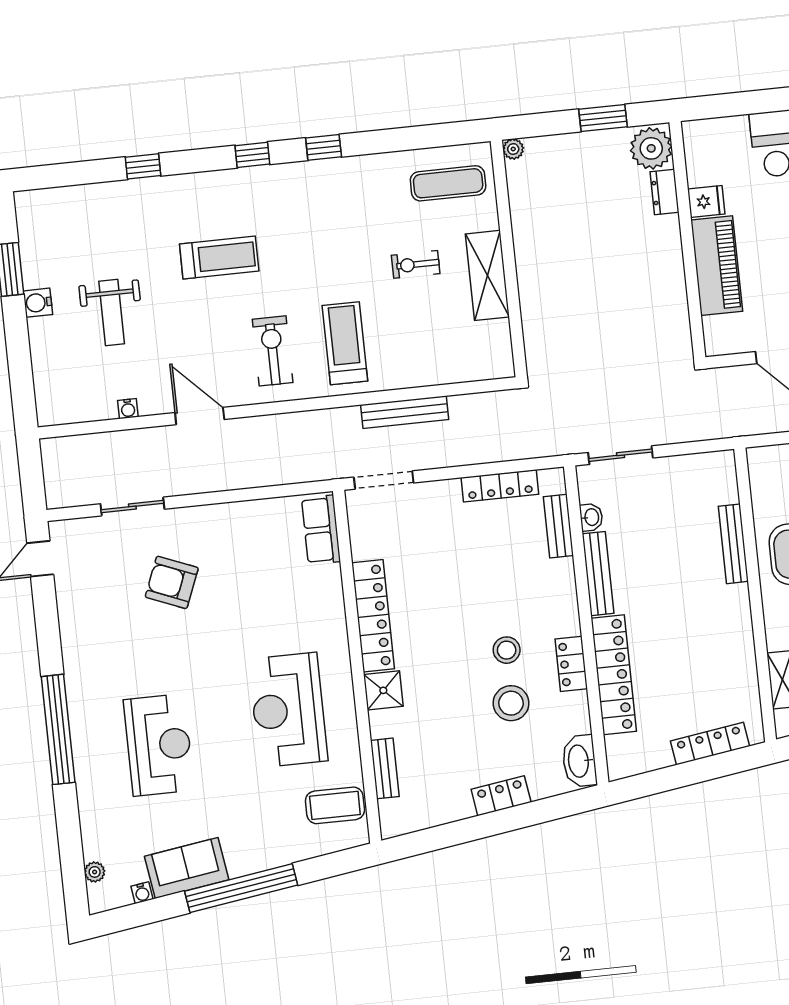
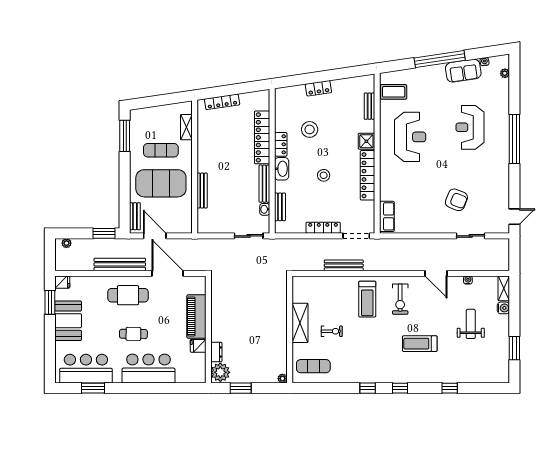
water cooler: (38, 303) -> (503, 308), moved
shelving: (47, 399) -> (504, 288), added
locker: (500, 486) -> (323, 228), moved
stool: (507, 650) -> (324, 175), moved
washbasin: (579, 761) -> (282, 169), moved

